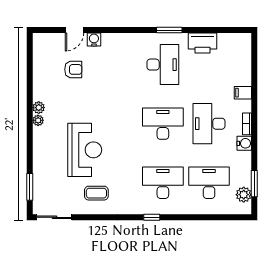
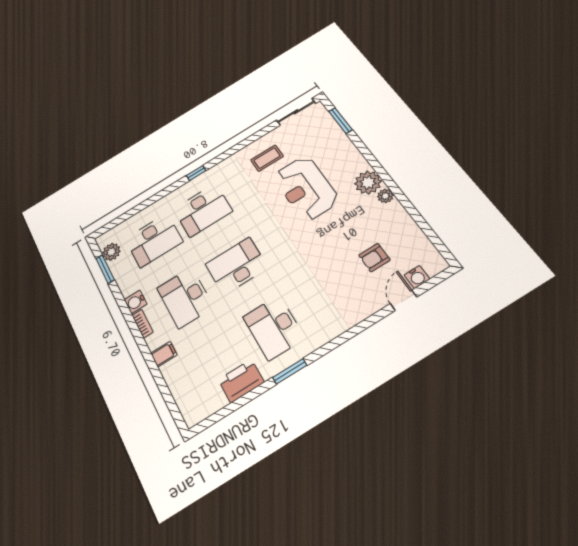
water cooler: (94, 40) -> (417, 277), moved
plant: (38, 120) -> (368, 183), width x1.87, depth x1.87
desk: (163, 124) -> (237, 266), turned 180
desk: (209, 124) -> (185, 298), turned 180

